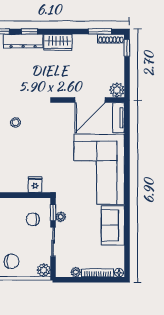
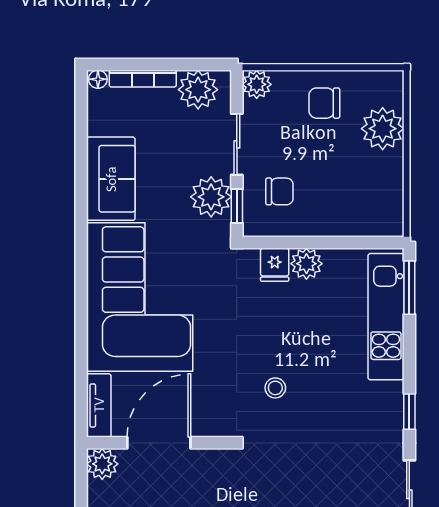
stool: (16, 123) -> (275, 388), moved
plant: (20, 185) -> (306, 264), added
plant: (61, 217) -> (211, 197), width x1.87, depth x1.87
plant: (76, 272) -> (198, 90), width x1.88, depth x1.88

